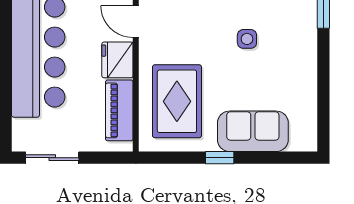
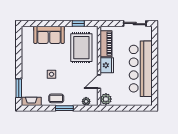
door: (136, 22) -> (99, 82), swing flipped
window: (220, 158) -> (78, 24), moved

